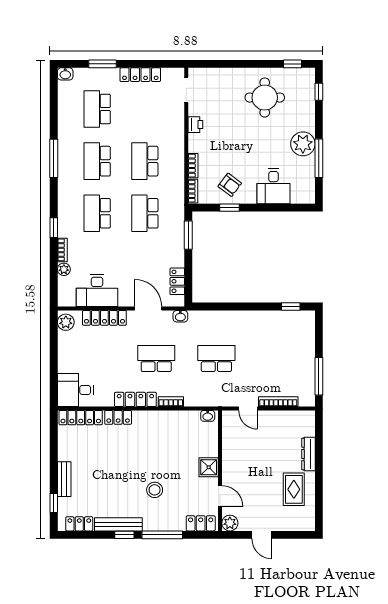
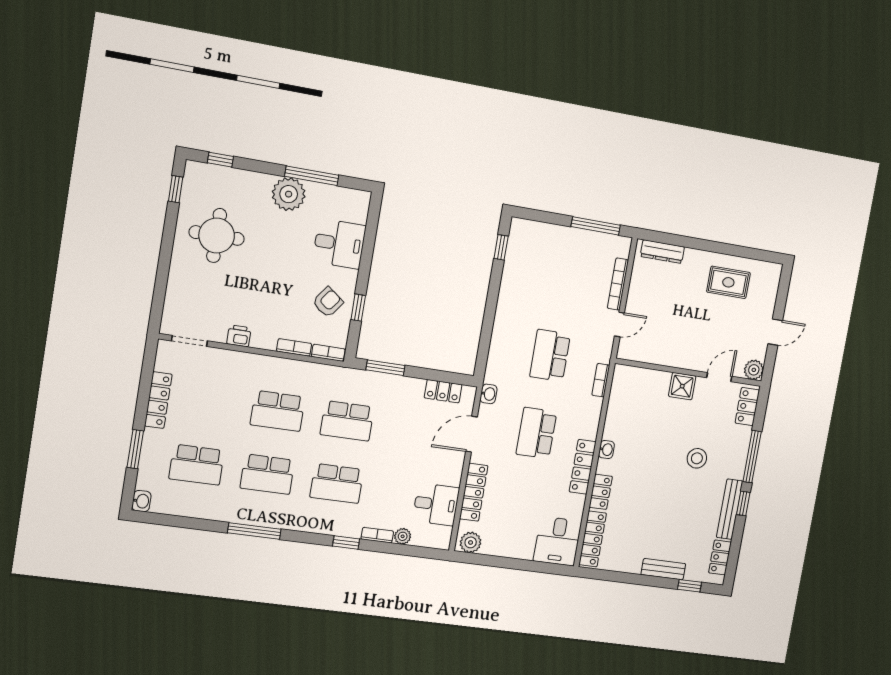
desk: (97, 291) -> (436, 504), width x0.73
bookcase: (171, 402) -> (601, 380), moved
washbasin: (208, 416) -> (606, 450), moved
dresser: (308, 454) -> (662, 252), moved

